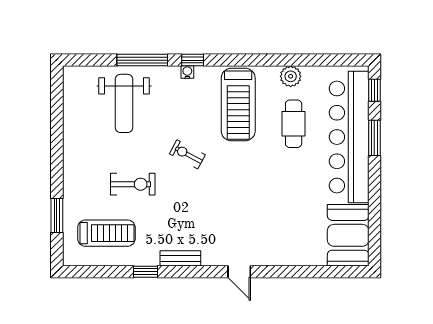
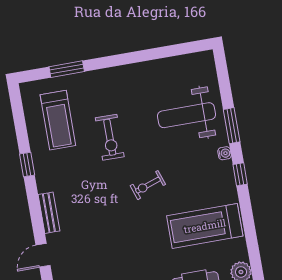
window: (142, 60) -> (232, 126), width x0.69
water cooler: (187, 72) -> (224, 153), moved
exercise bike: (187, 154) -> (148, 185), turned -137
bench: (180, 258) -> (49, 213), moved

